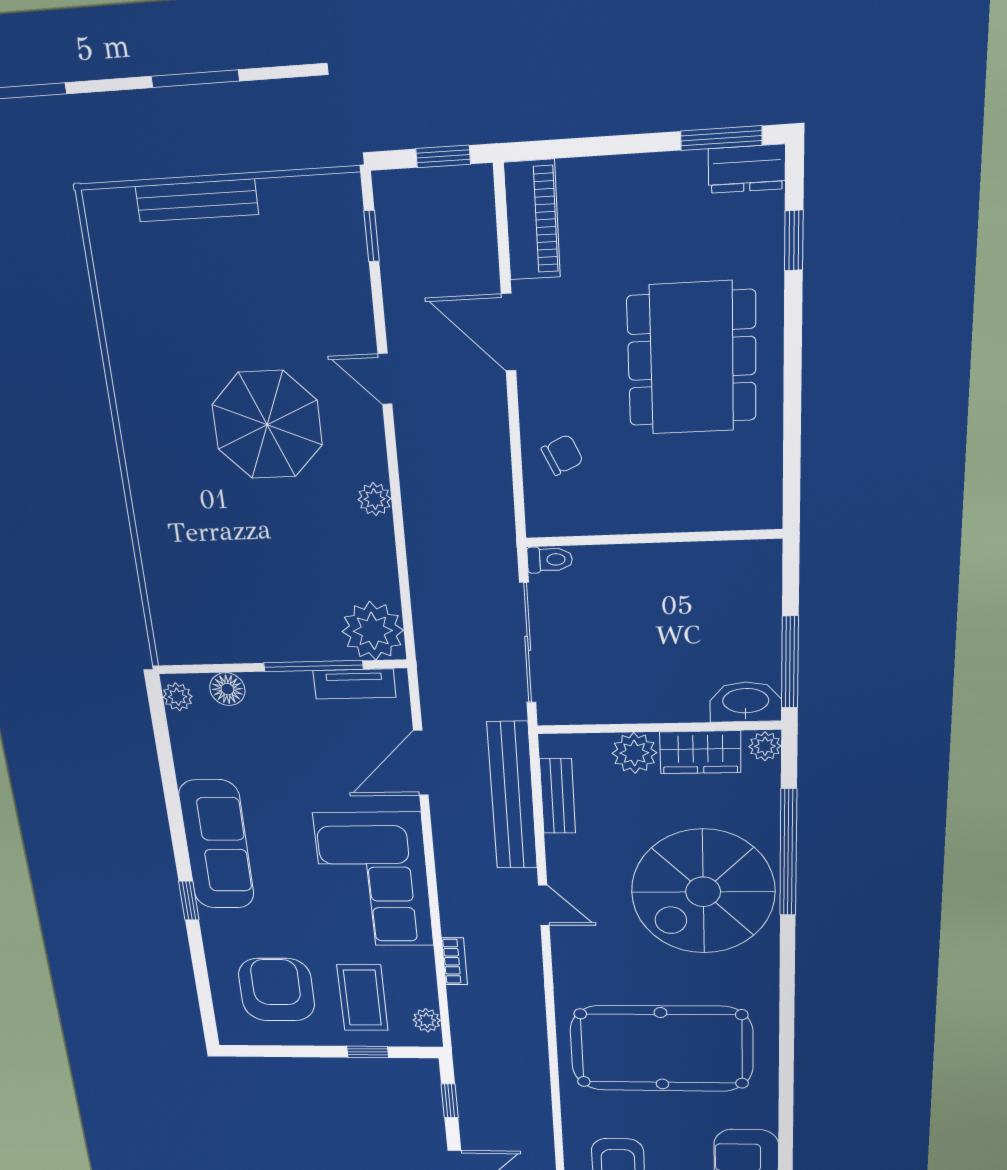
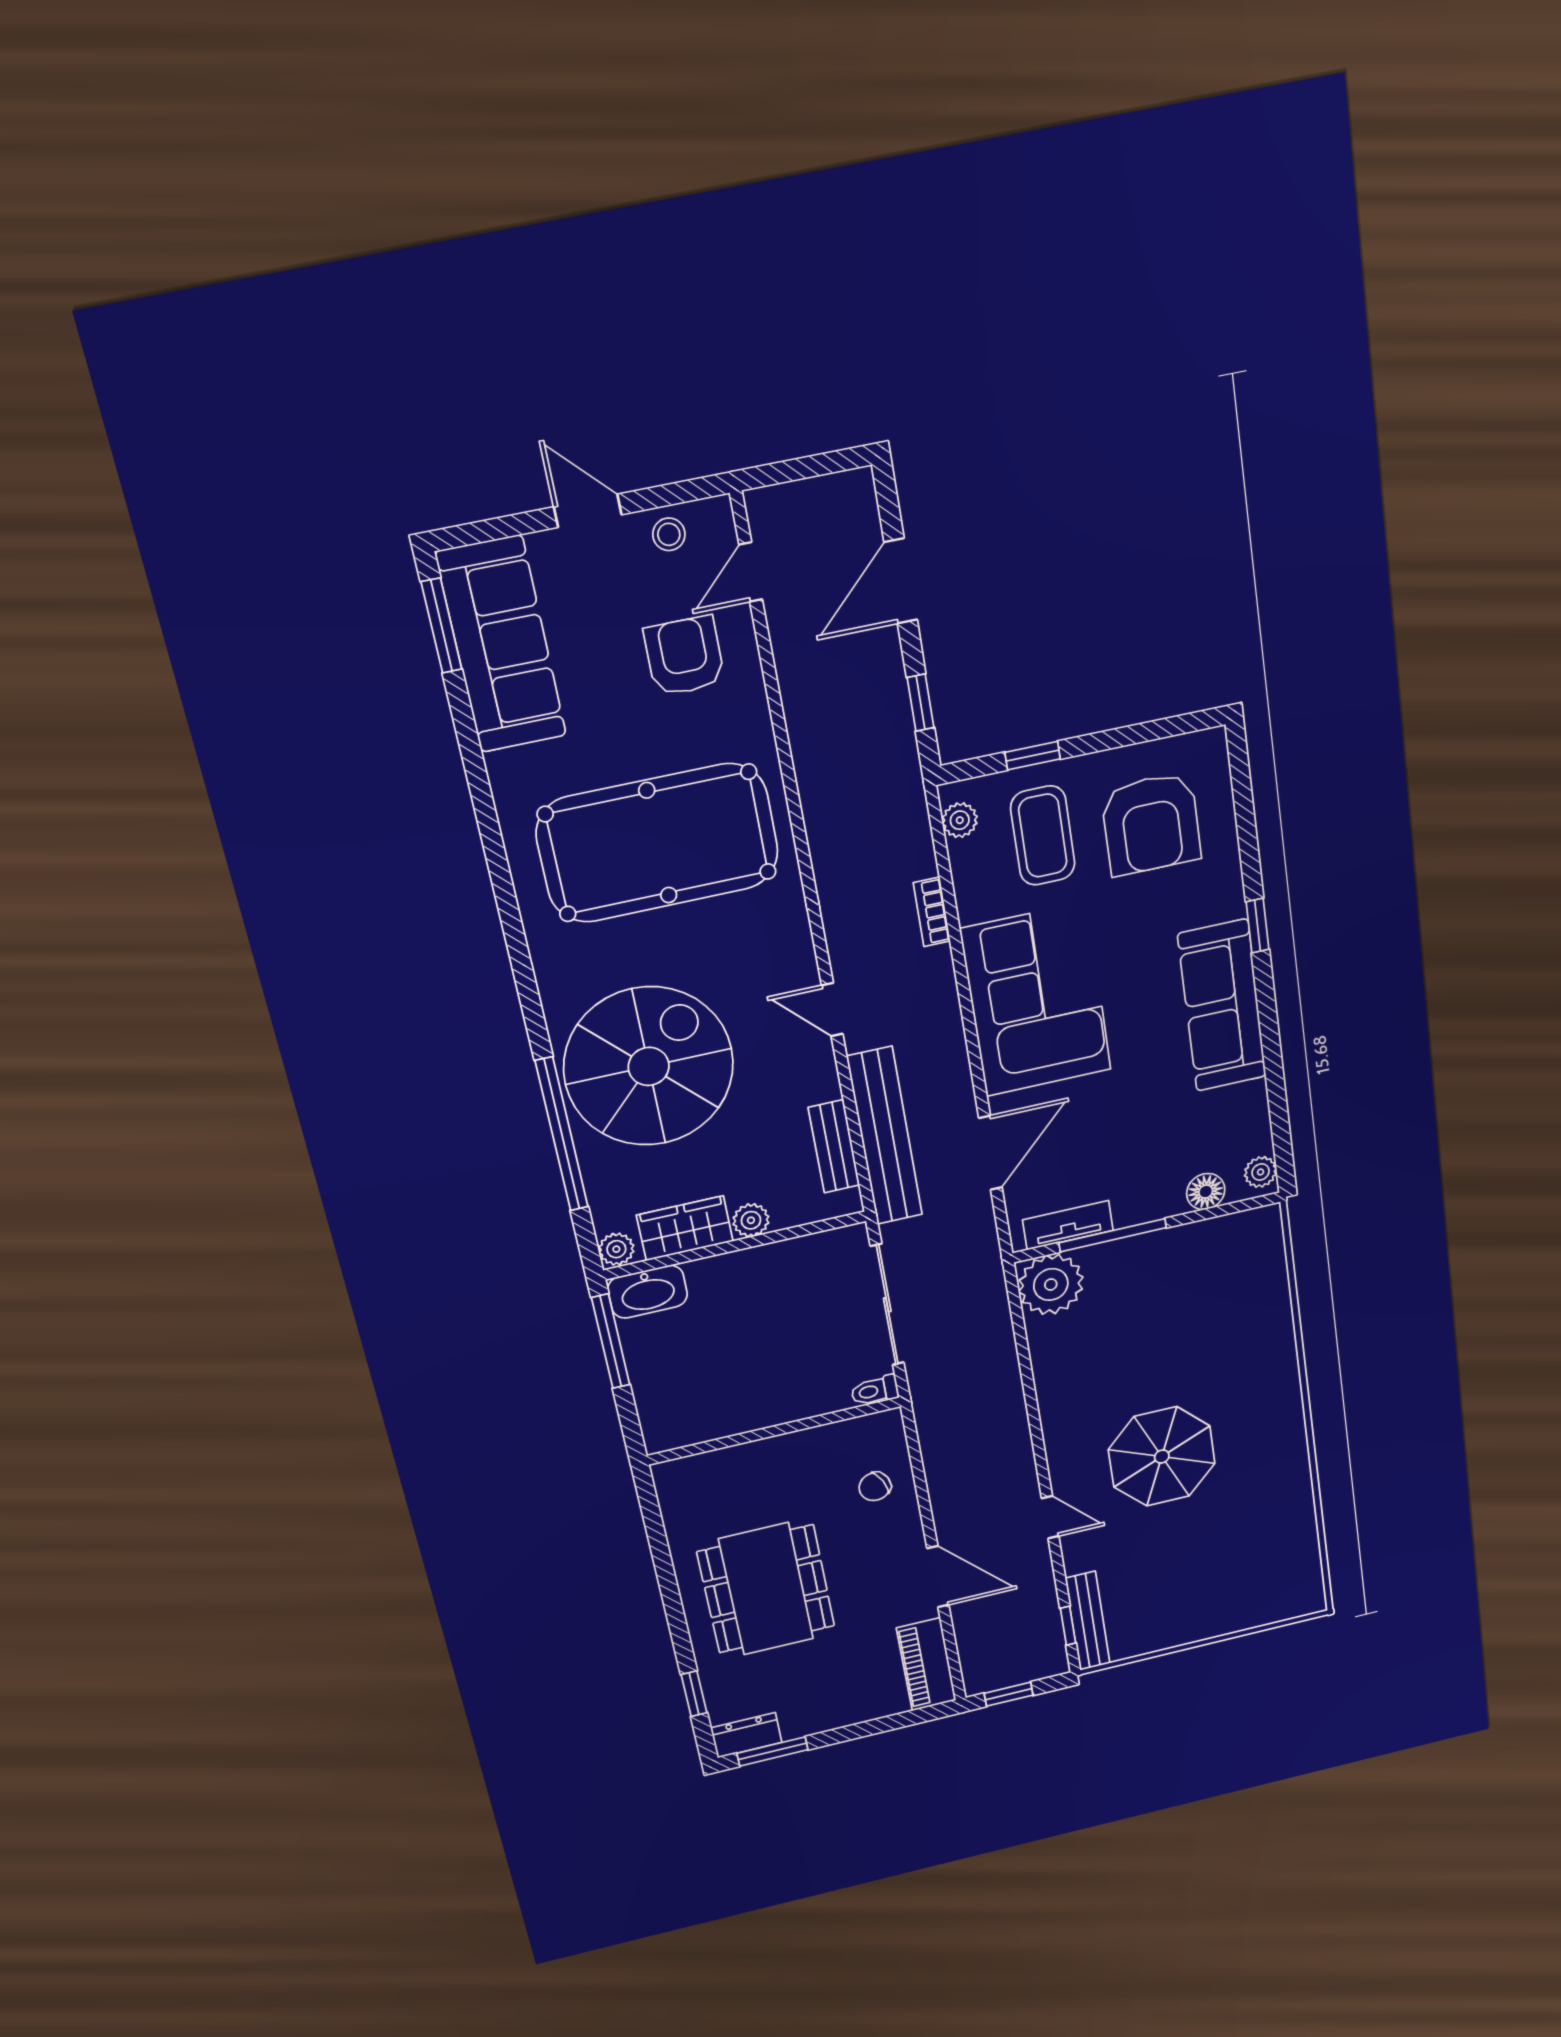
bench: (197, 200) -> (1088, 1621), moved, turned 90
plant: (375, 499) -> (1055, 1411), removed
plant: (634, 753) -> (751, 1220), width x0.73, depth x0.73

